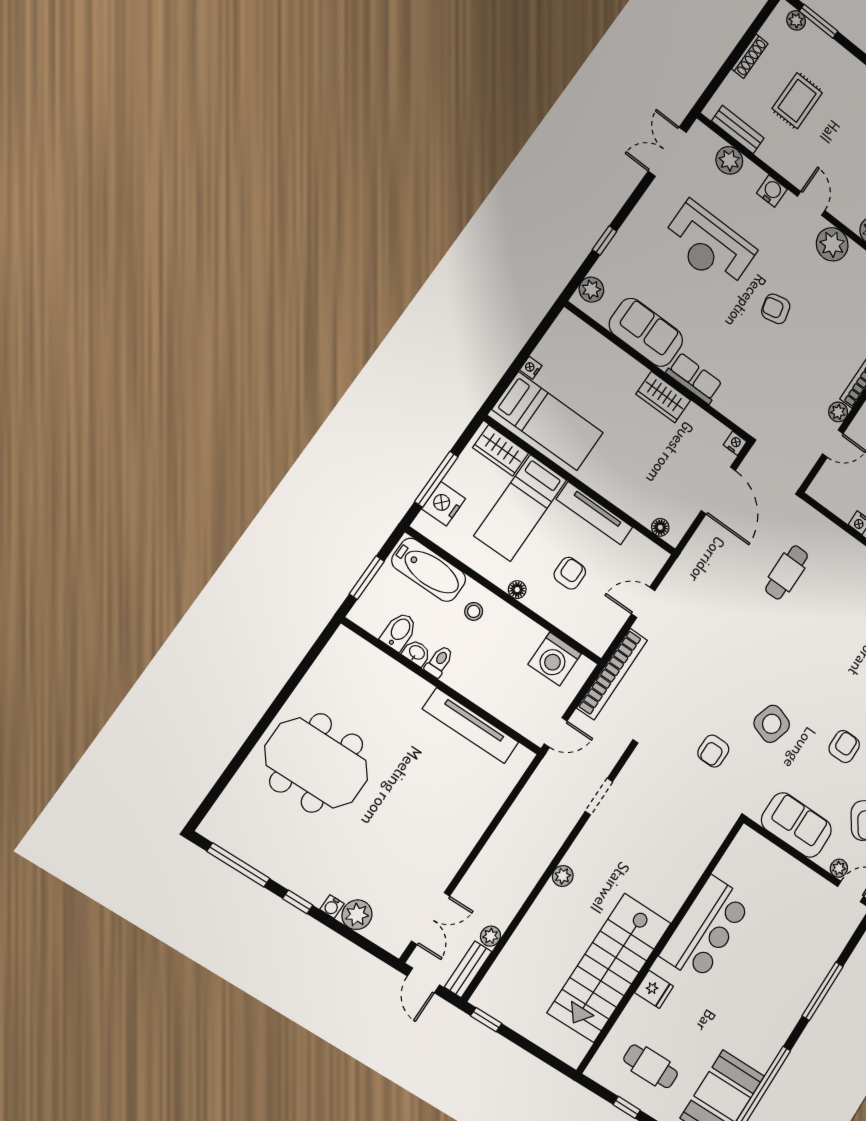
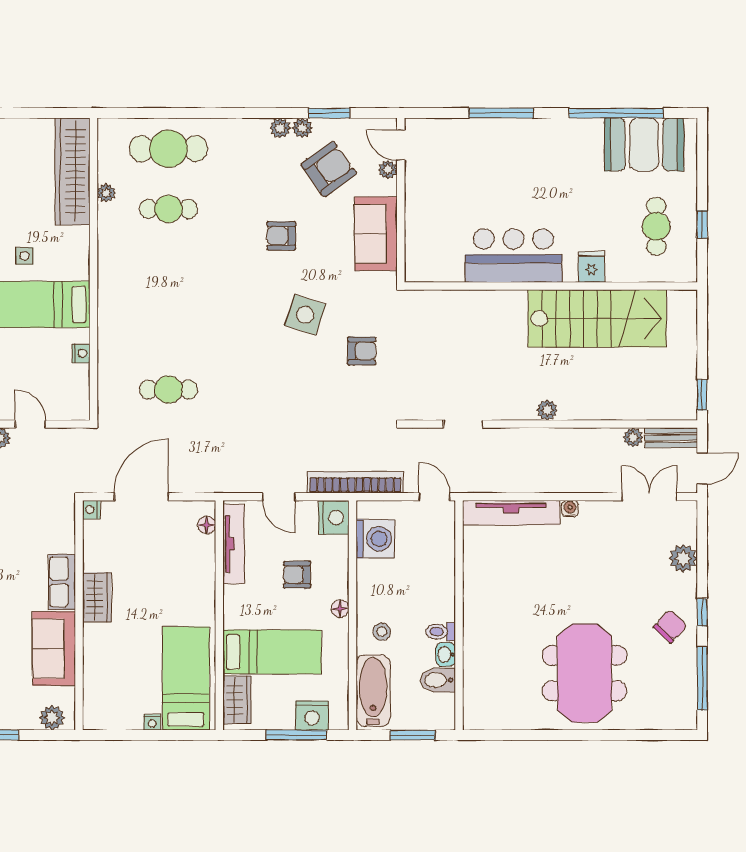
tv unit: (595, 513) -> (234, 544), moved
nightstand: (596, 636) -> (334, 518), added
tv unit: (471, 726) -> (511, 513), moved, turned 90
chair: (305, 866) -> (670, 626), added
water cooler: (332, 907) -> (570, 509), moved, turned -90

